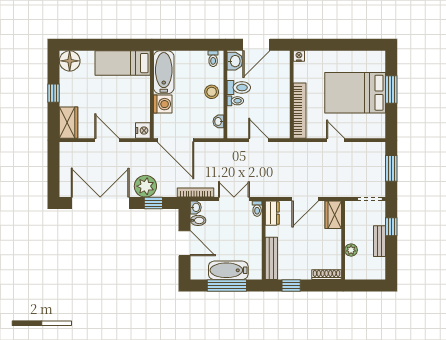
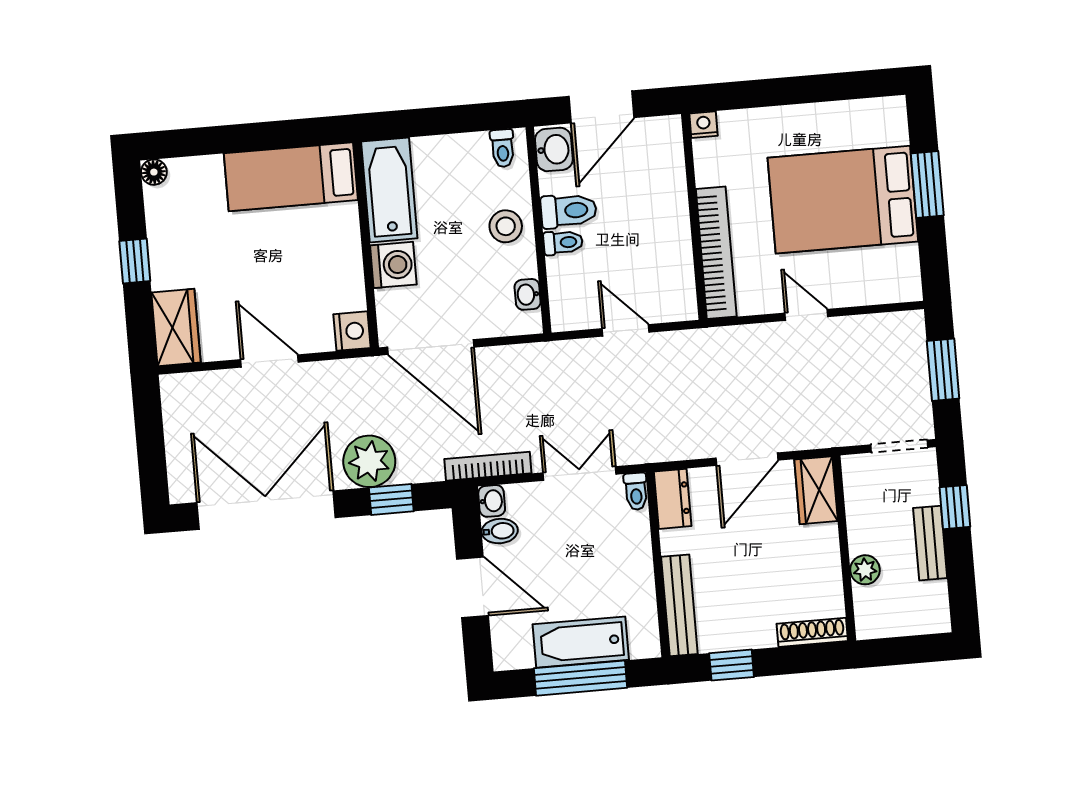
floor lamp: (70, 61) -> (154, 172), width x0.53, depth x0.53

